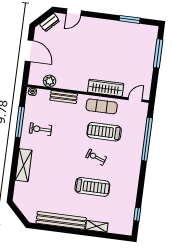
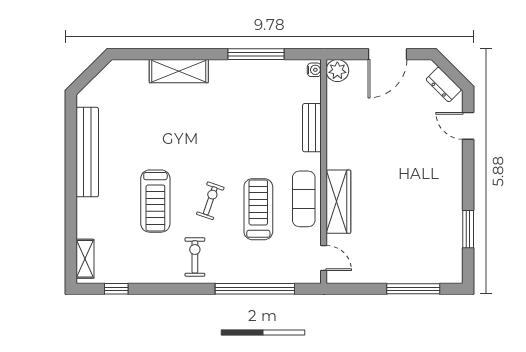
plant: (50, 81) -> (337, 71), moved
exercise bike: (40, 129) -> (195, 257), moved
shelving: (97, 226) -> (85, 259), moved

